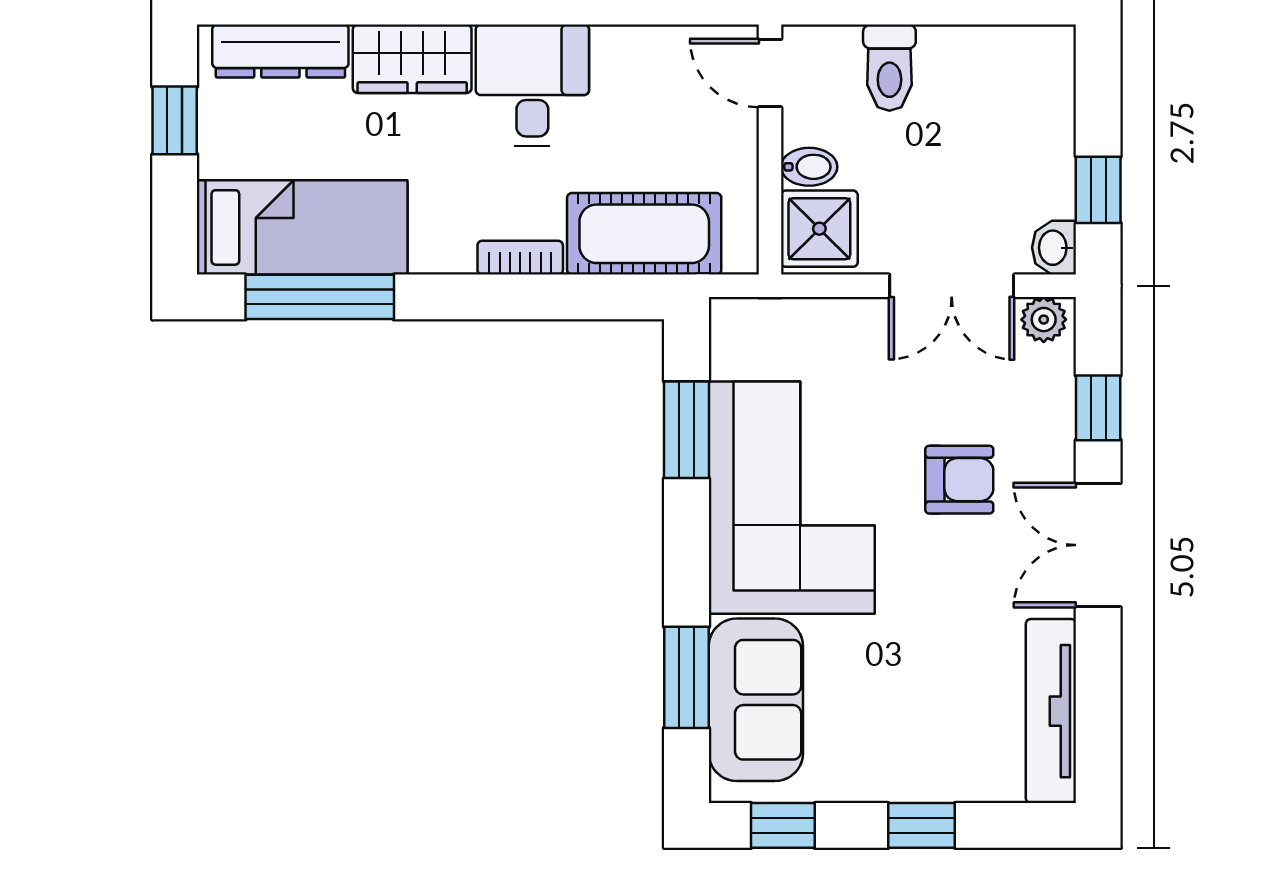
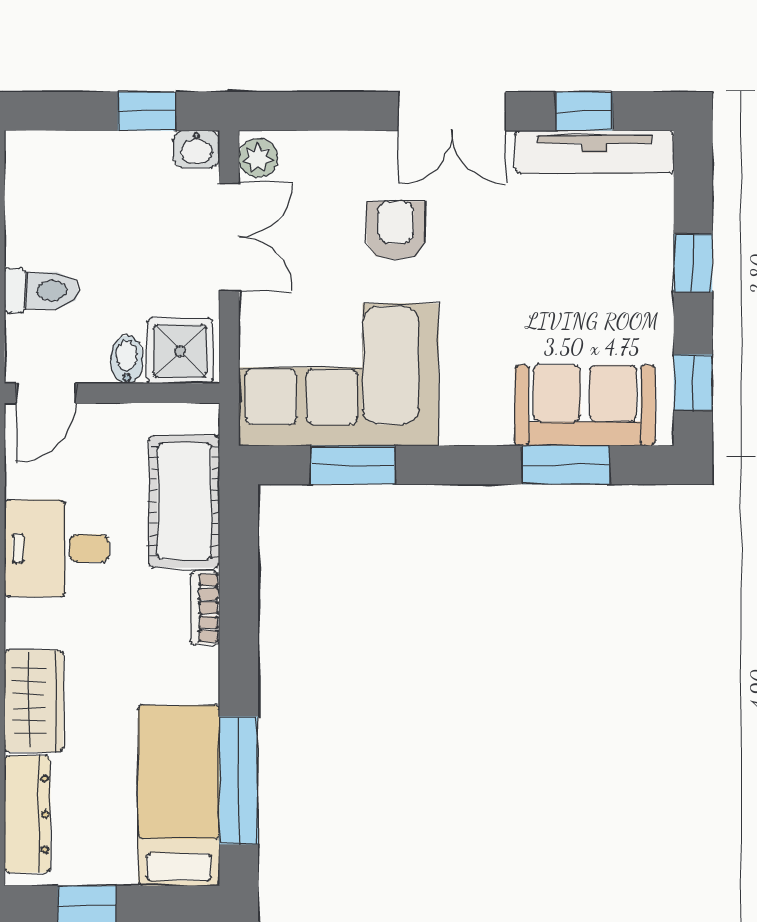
desk: (532, 85) -> (57, 548), moved
window: (1098, 408) -> (584, 111), moved
corner sofa: (792, 498) -> (339, 375), moved

